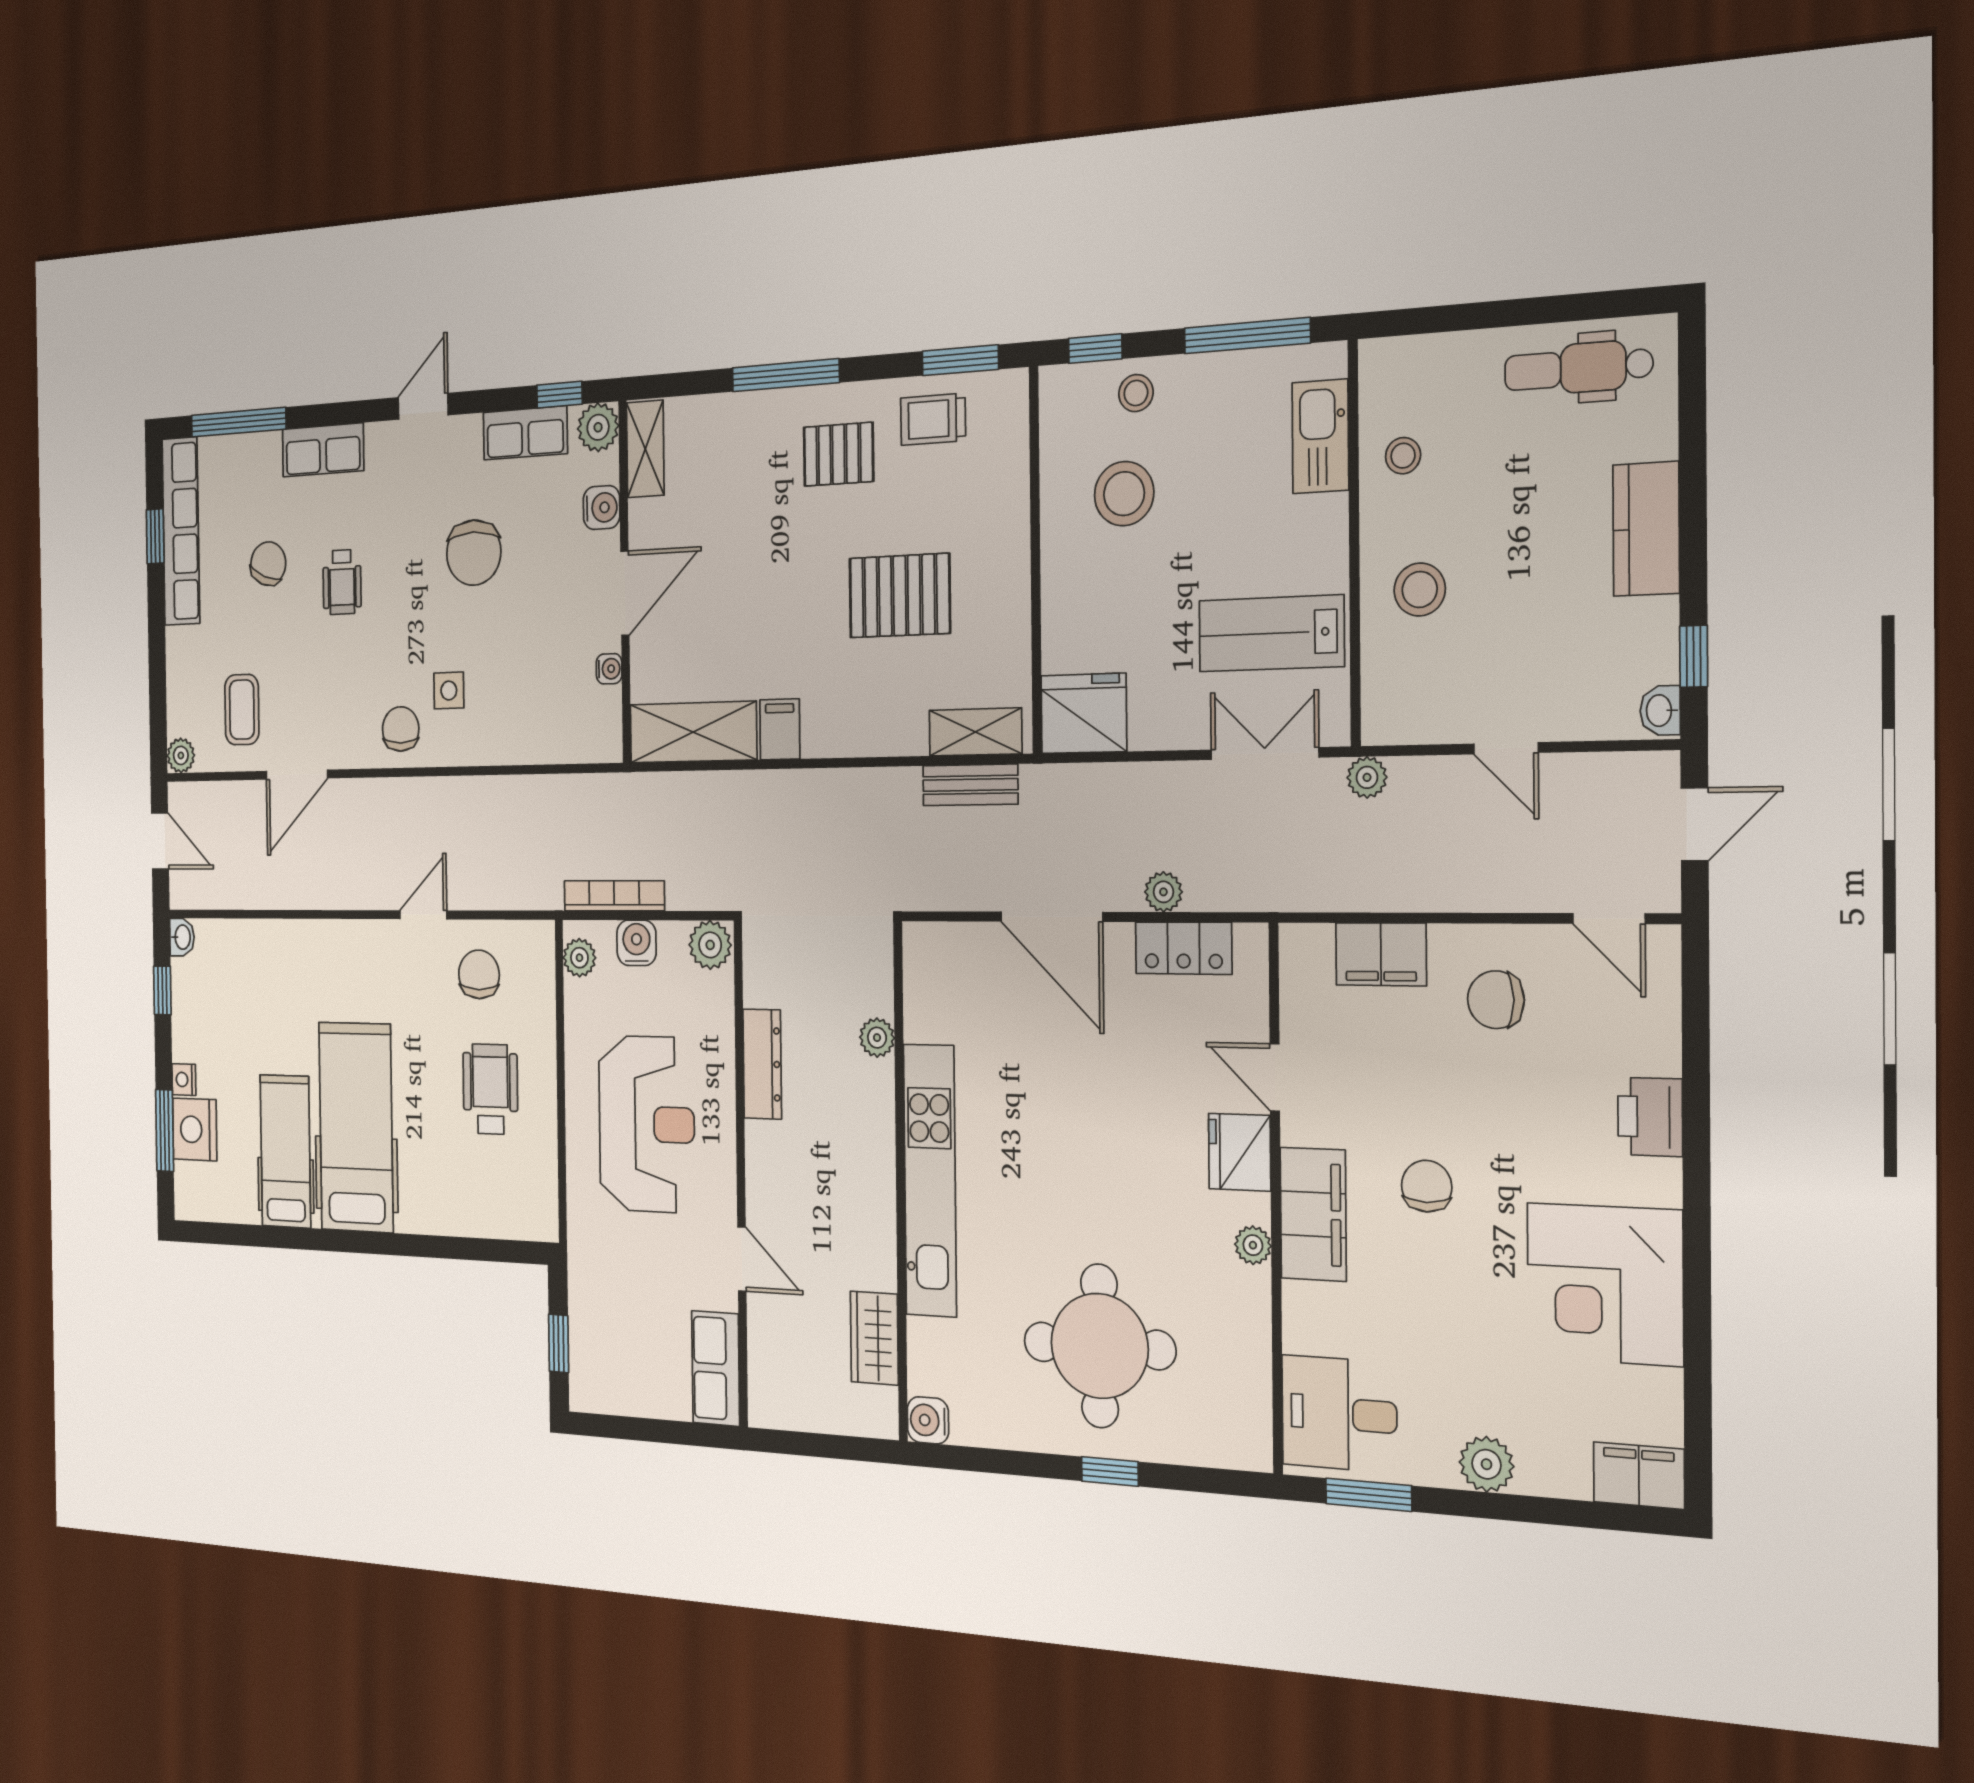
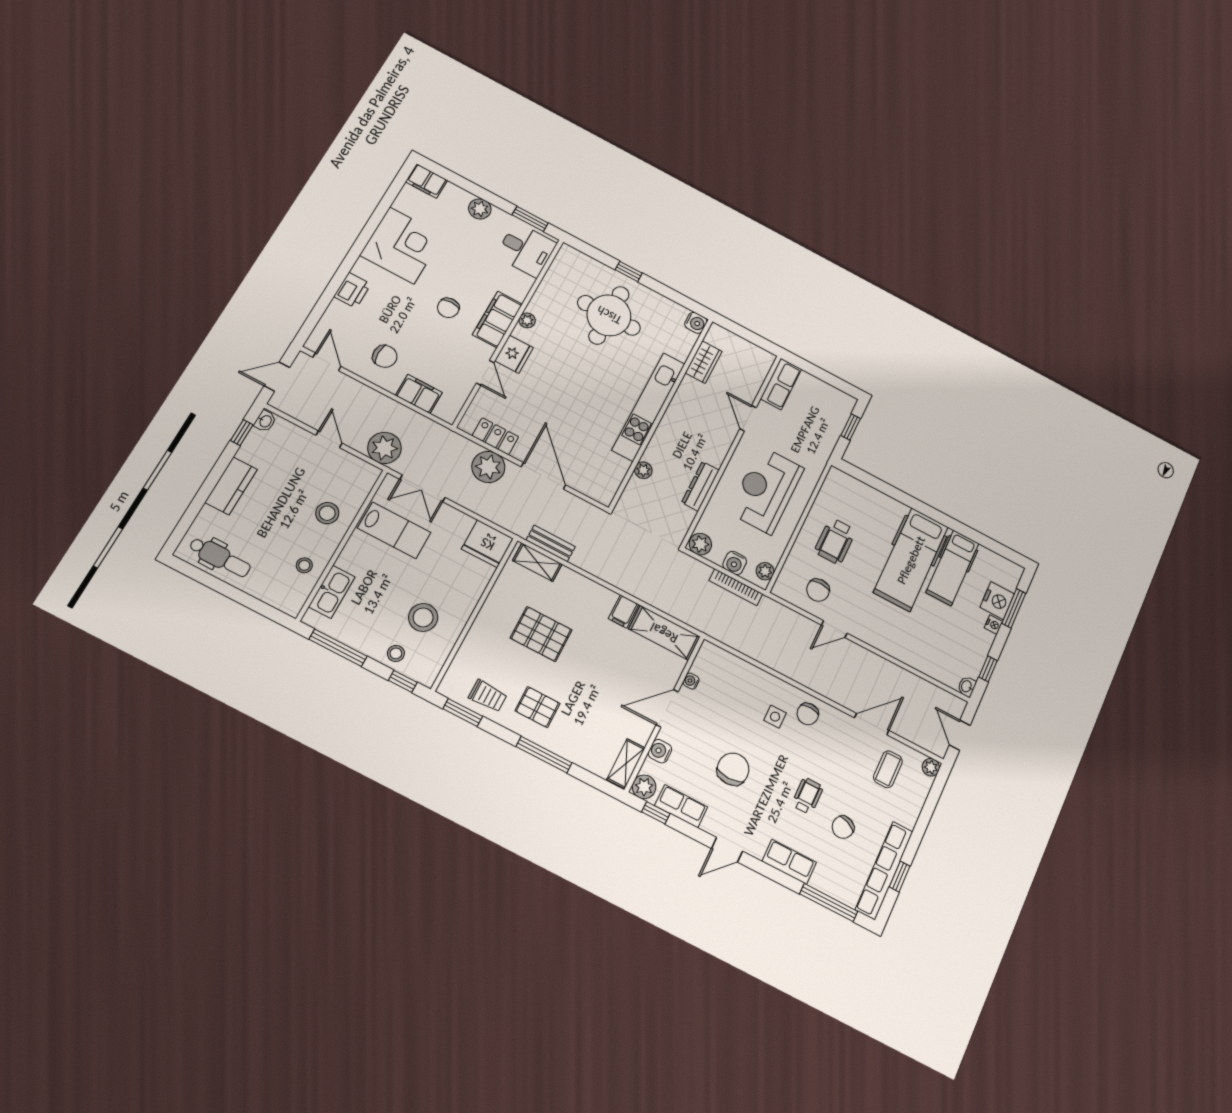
plant: (1367, 777) -> (384, 448), width x1.88, depth x1.88
plant: (1163, 892) -> (488, 467), width x1.88, depth x1.88

